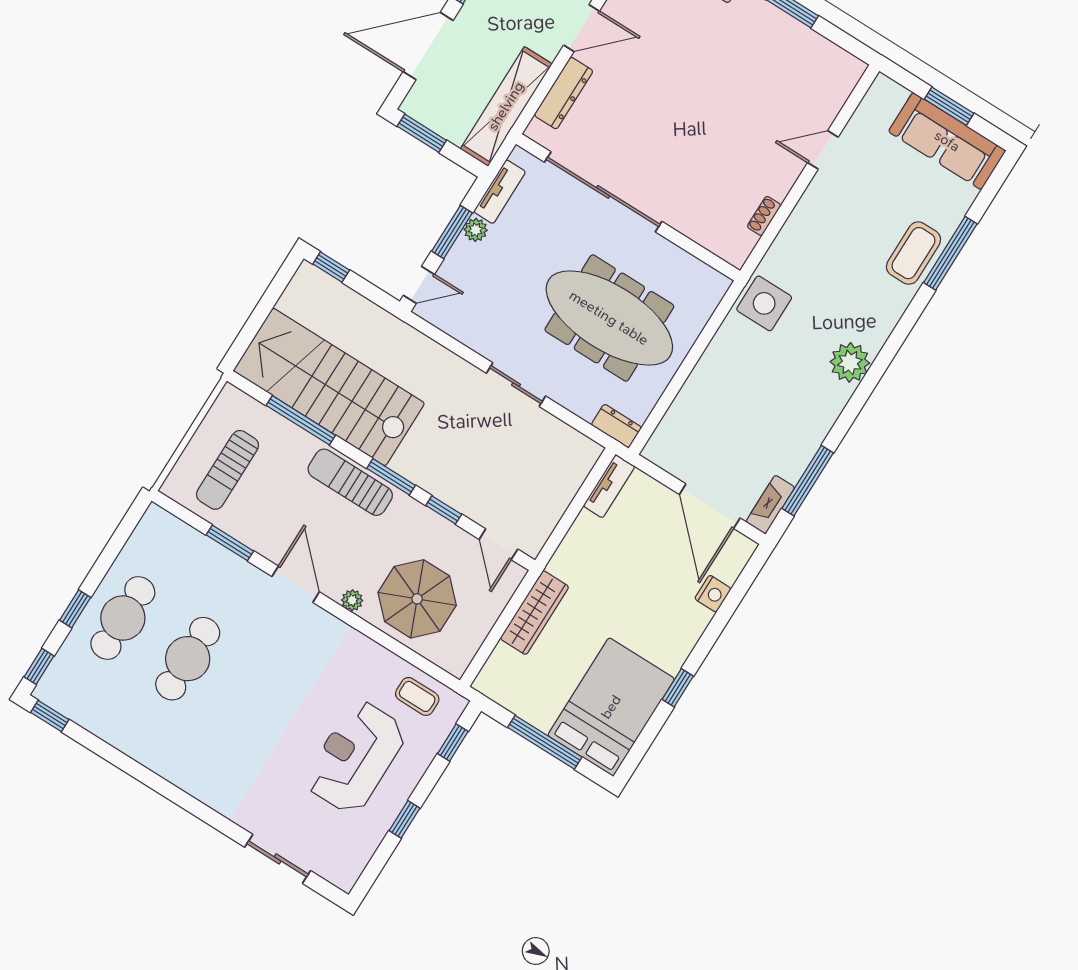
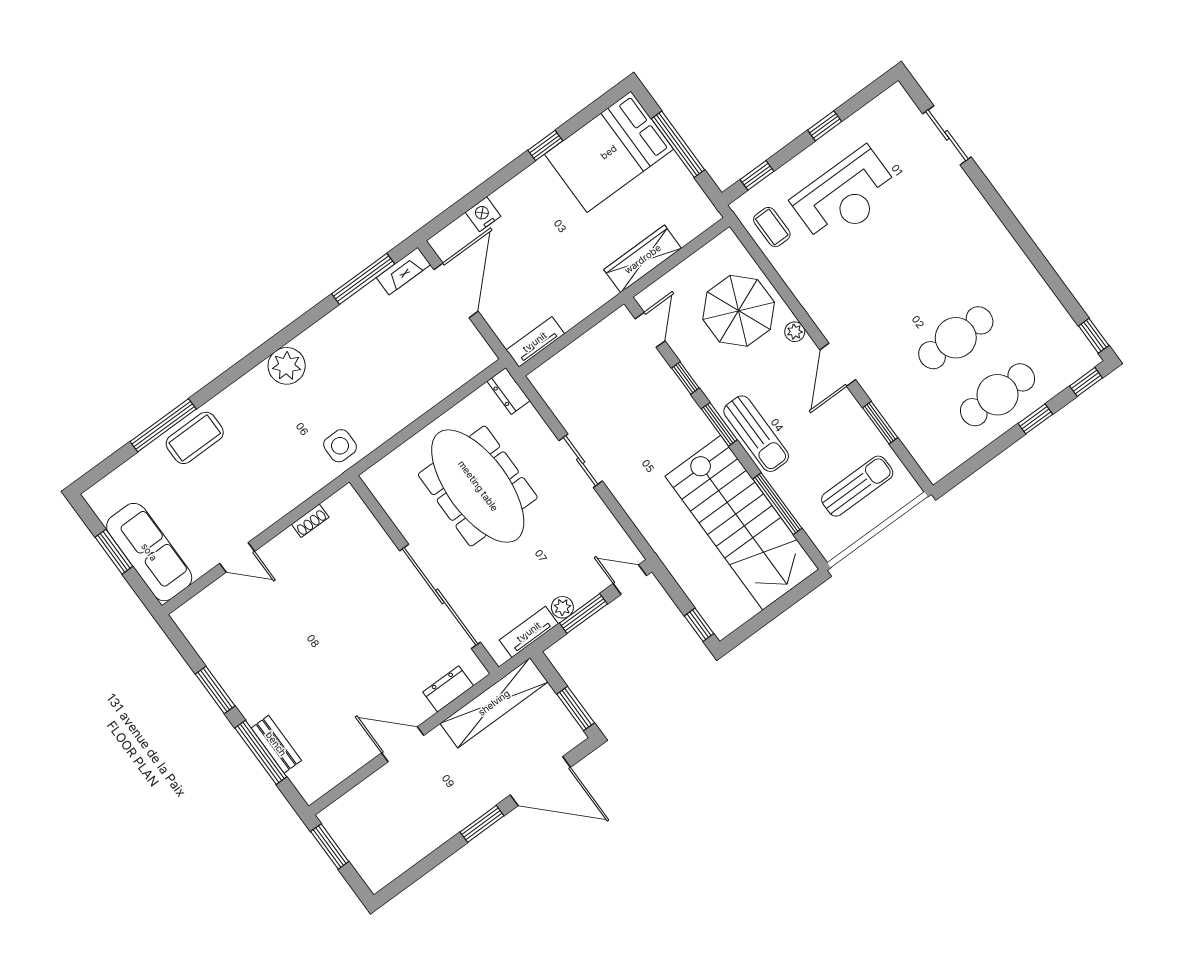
dresser: (564, 93) -> (448, 689), width x0.70
sofa: (947, 141) -> (149, 552), moved
side table: (764, 303) -> (340, 446), width x0.73, depth x0.73

